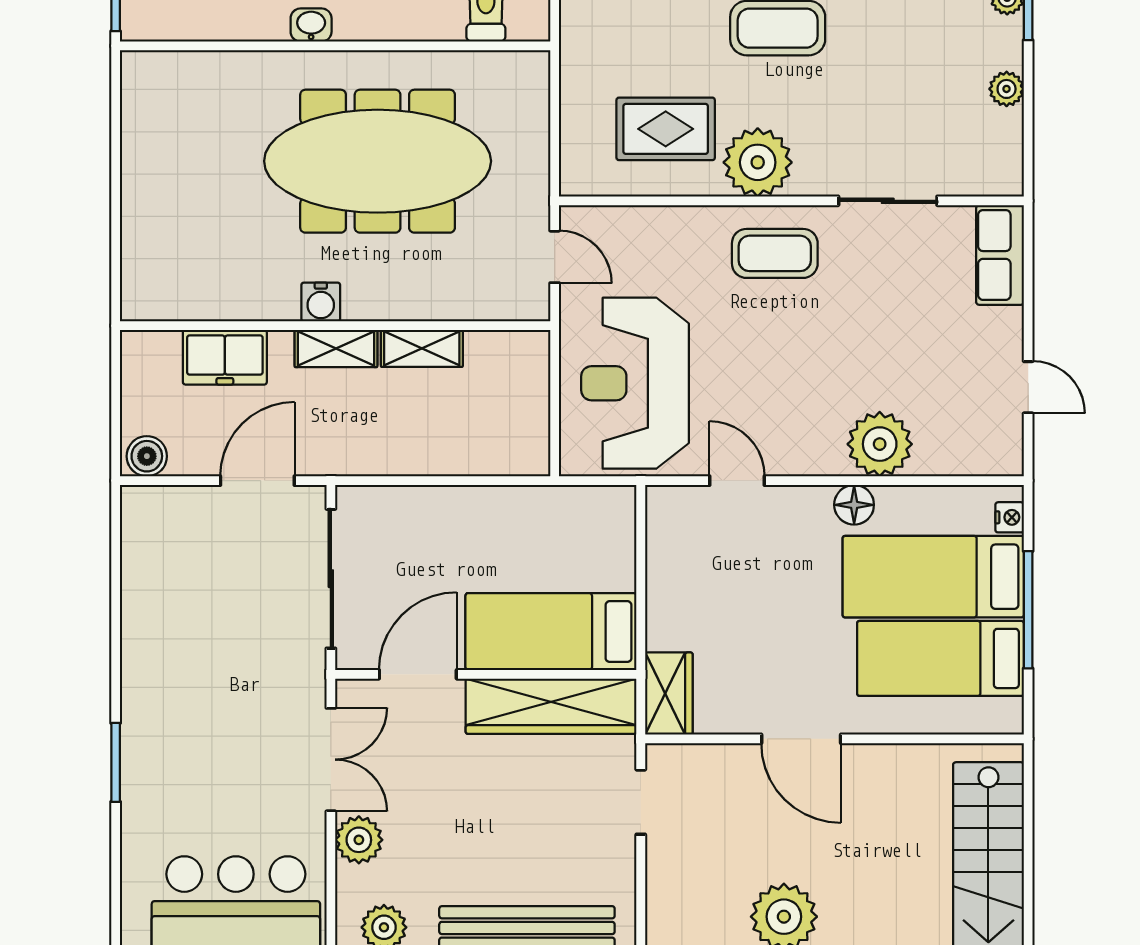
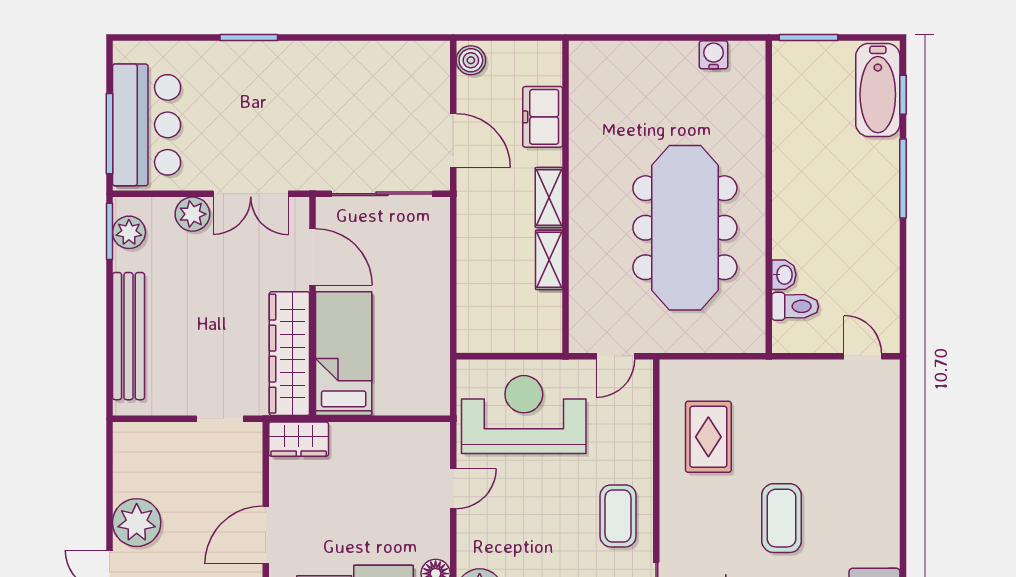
washbasin: (311, 25) -> (784, 275), moved
plant: (758, 162) -> (684, 504), removed
water cooler: (321, 302) -> (714, 55), moved, turned 90

